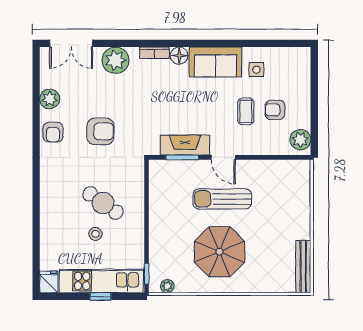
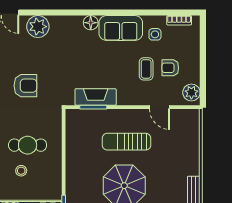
bookcase: (154, 53) -> (179, 20), moved
door: (223, 157) -> (160, 107), moved
cafe table: (103, 203) -> (28, 145), turned -35

